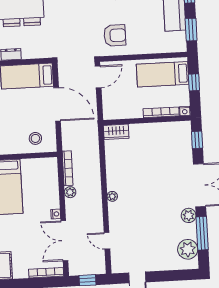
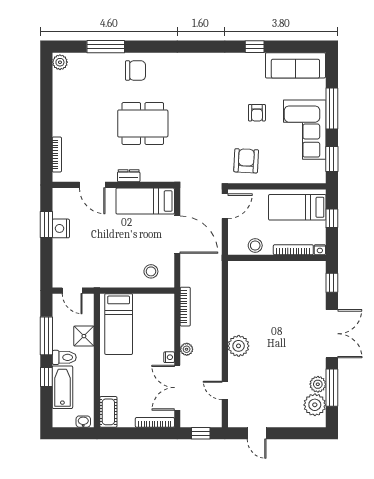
armchair: (115, 35) -> (246, 161), turned -87
stool: (127, 110) -> (255, 245), added
wardrobe: (116, 132) -> (242, 269), removed
plant: (70, 192) -> (187, 349), moved
plant: (112, 196) -> (239, 346), width x1.88, depth x1.88
plant: (189, 215) -> (318, 384), moved

